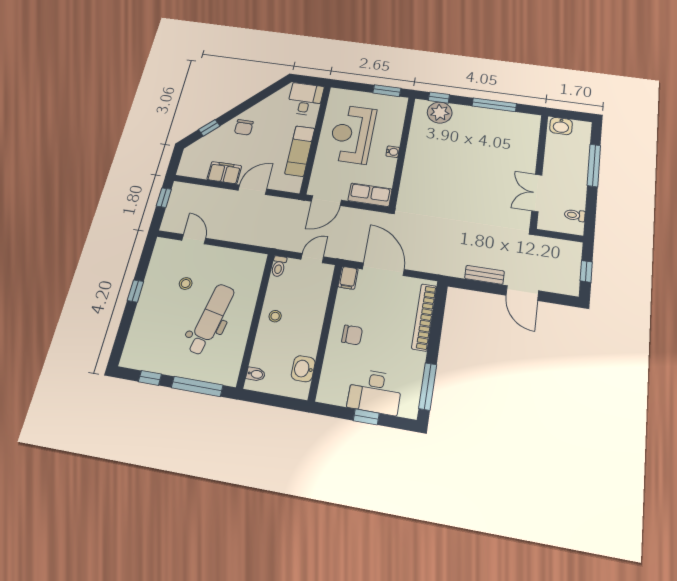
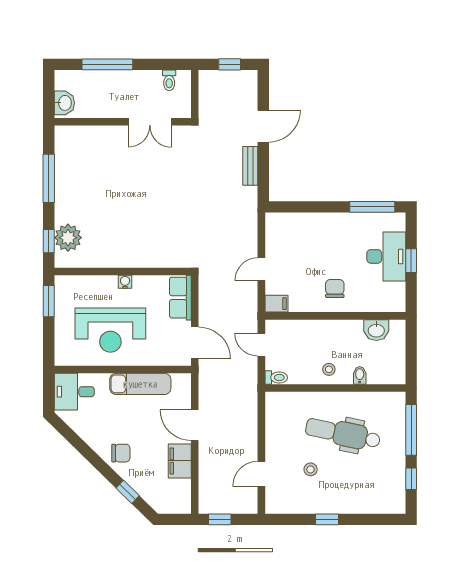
door: (383, 269) -> (261, 269), width x0.53
bookcase: (424, 317) -> (305, 220), removed
bidet: (256, 374) -> (360, 375), moved

